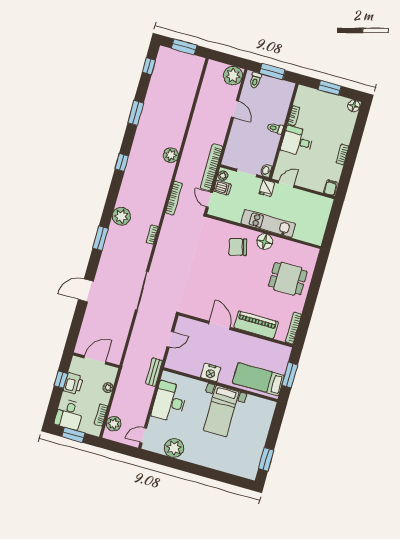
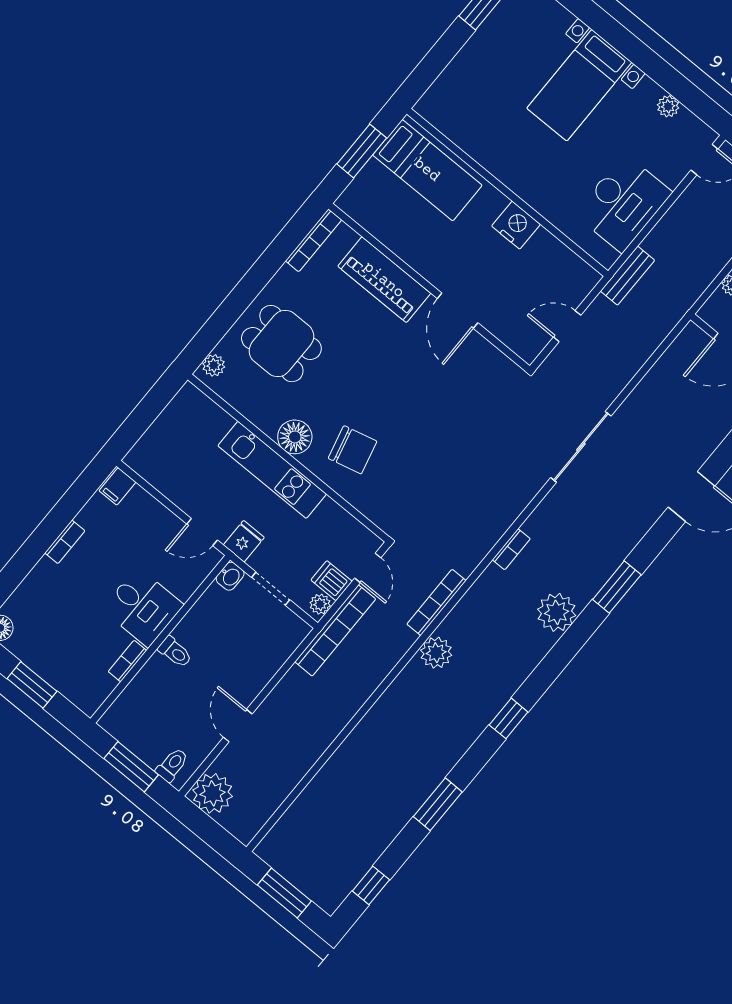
plant: (171, 155) -> (436, 653), moved
plant: (312, 257) -> (214, 365), added
bed with nightstands: (221, 411) -> (579, 85), moved, turned 180
plant: (174, 448) -> (668, 106), width x0.53, depth x0.53

